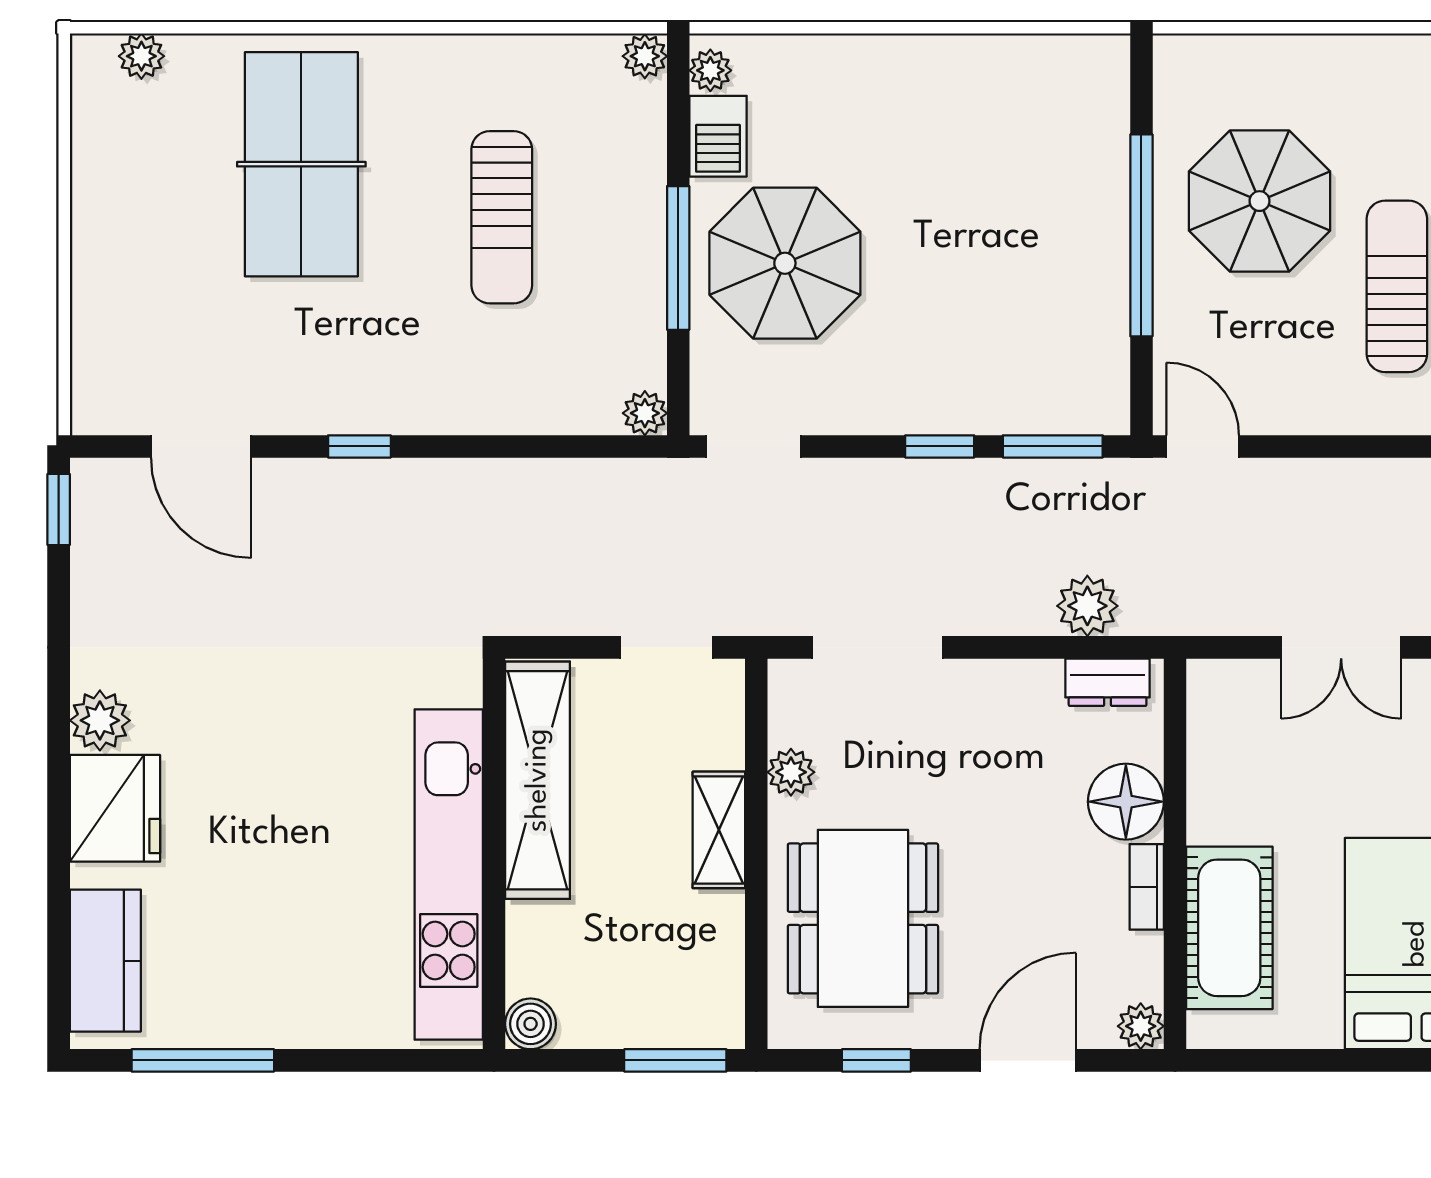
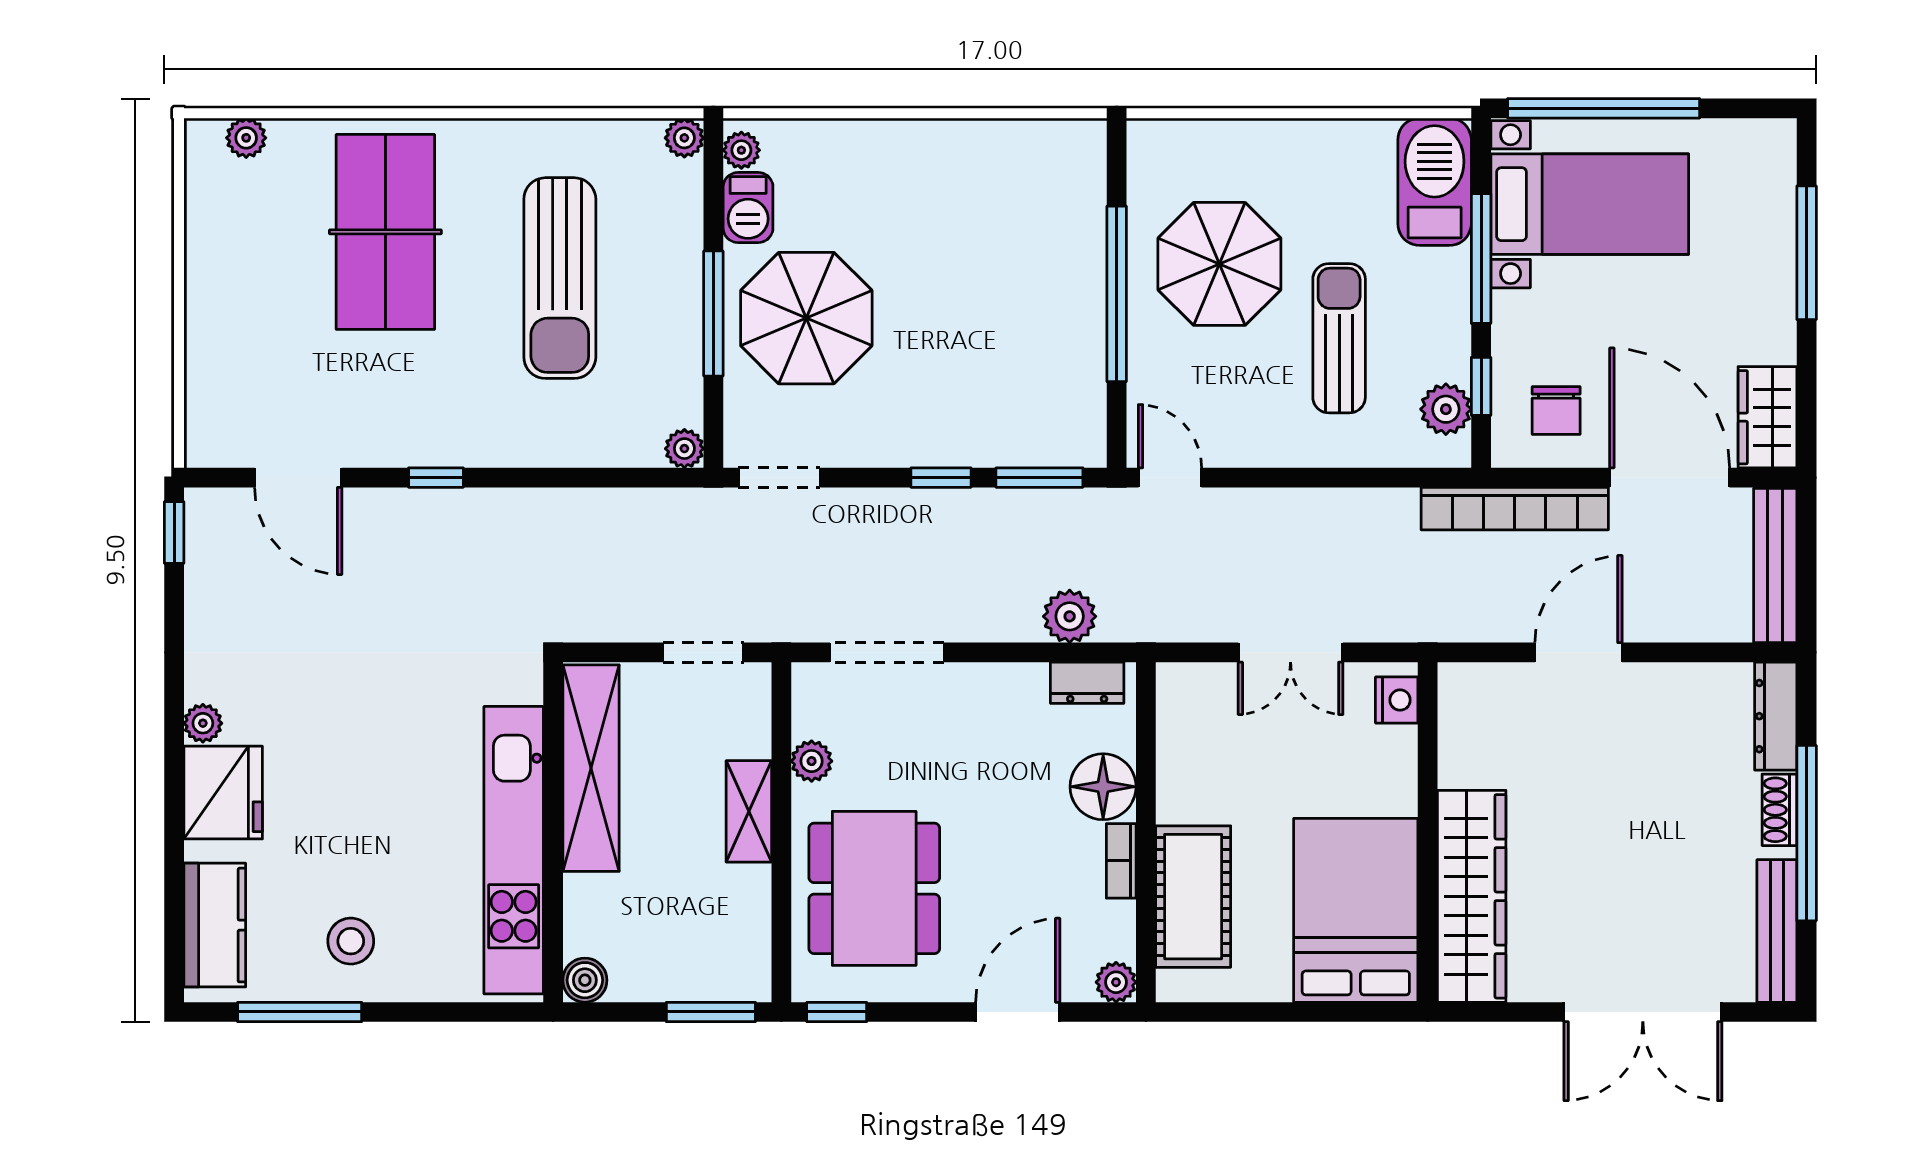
sun lounger: (502, 217) -> (560, 278), width x1.36, depth x1.34
plant: (100, 720) -> (203, 723), width x0.73, depth x0.73
stool: (262, 979) -> (351, 941), added
window: (876, 1060) -> (837, 1012), moved

